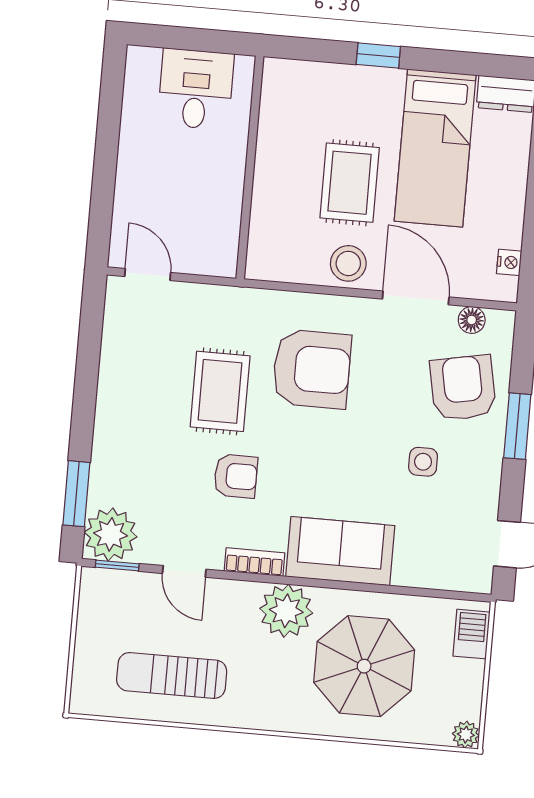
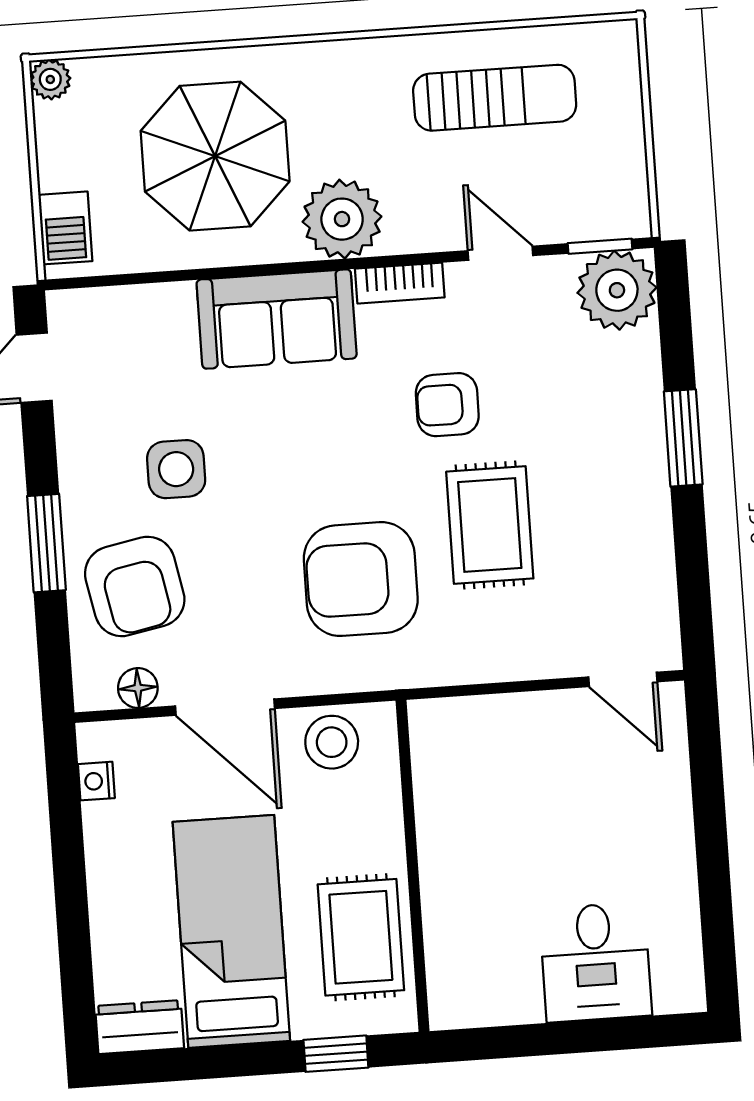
wall: (250, 167) -> (412, 866), moved
rug: (350, 183) -> (361, 937), moved
side table: (423, 462) -> (176, 469), width x1.37, depth x1.37
window: (76, 494) -> (683, 438), moved

